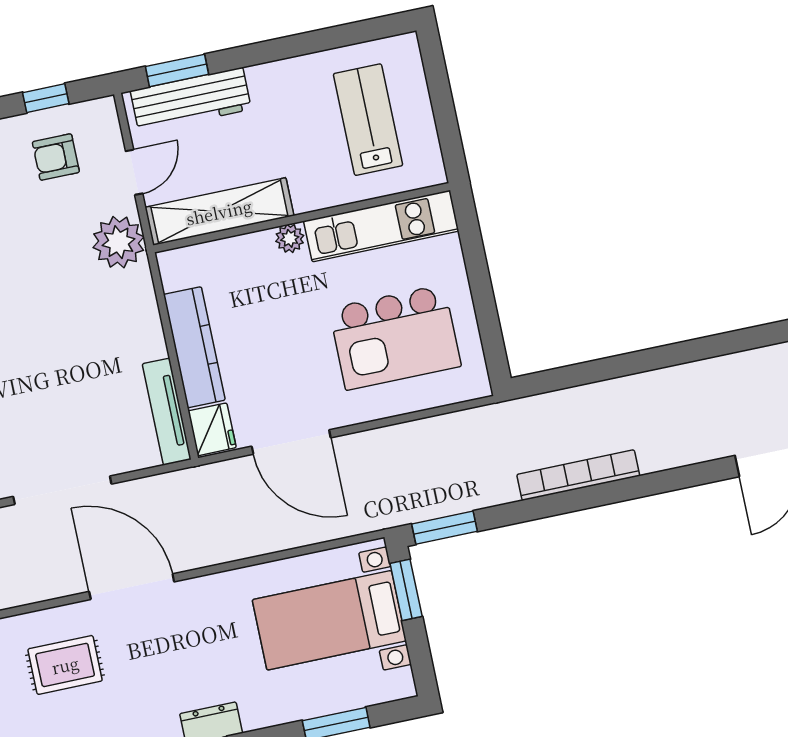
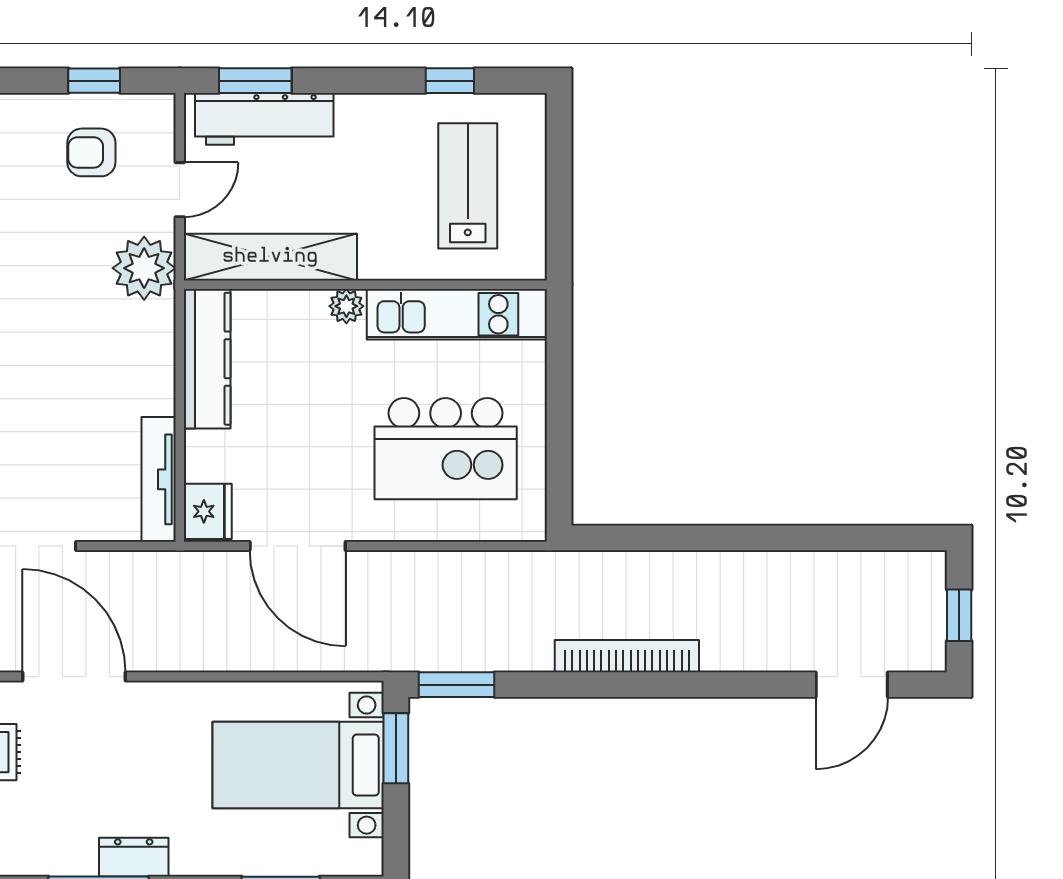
window: (335, 37) -> (450, 81), added
kitchen counter: (194, 347) -> (207, 359), moved

